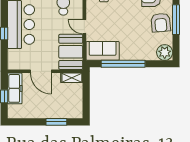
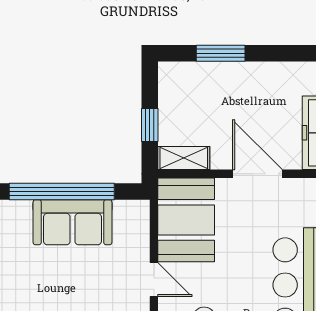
sofa: (103, 51) -> (73, 222), moved
window: (86, 92) -> (150, 125), added

